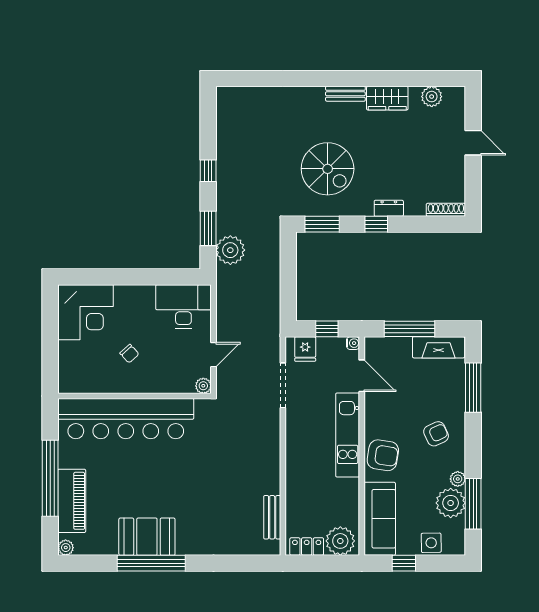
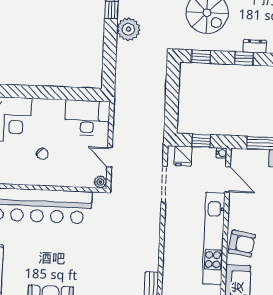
window: (322, 224) -> (201, 57), width x0.67
window: (208, 228) -> (110, 56), removed
plant: (230, 250) -> (128, 29), moved
door: (214, 355) -> (110, 157), swing flipped
kitchen unit: (348, 435) -> (214, 238), width x1.36

